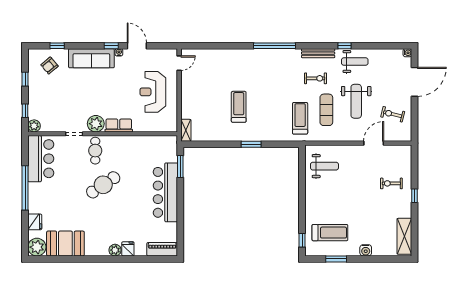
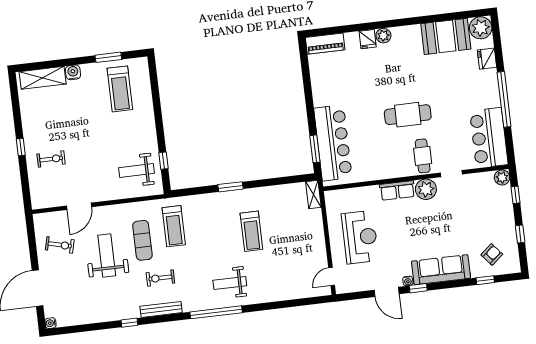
weight bench: (355, 62) -> (230, 283), moved
cafe table: (103, 185) -> (408, 115), turned 34
bar counter: (165, 192) -> (333, 143), moved
treadmill: (330, 233) -> (120, 89), turned -90
shelving: (404, 236) -> (43, 78), moved, turned 90
window: (302, 240) -> (163, 161), moved

